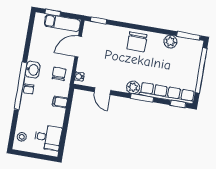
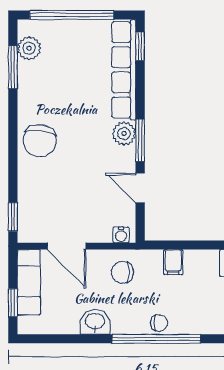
window: (188, 36) -> (13, 67), moved
chair: (137, 42) -> (40, 141), turned 97
plant: (170, 42) -> (29, 48), moved
washbasin: (33, 70) -> (95, 322), moved
door: (102, 91) -> (140, 188), swing flipped
window: (142, 98) -> (140, 140), moved

